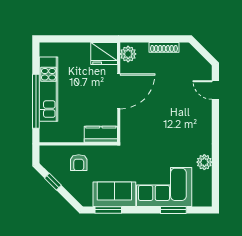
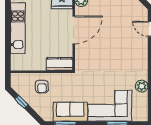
window: (36, 101) -> (8, 38), removed

